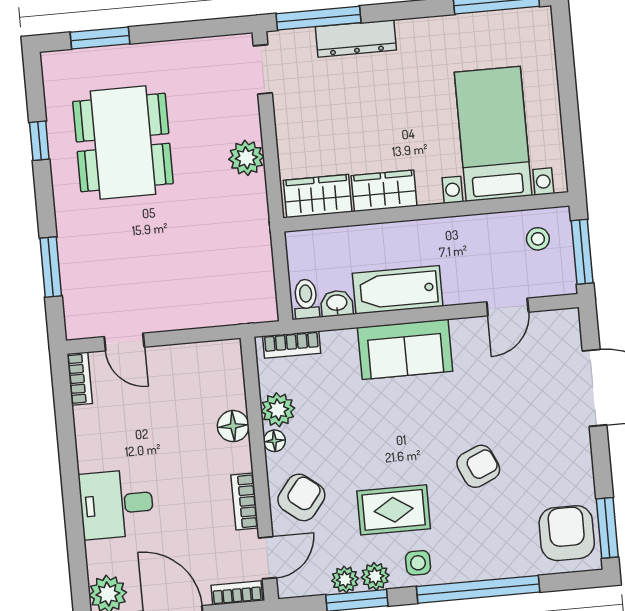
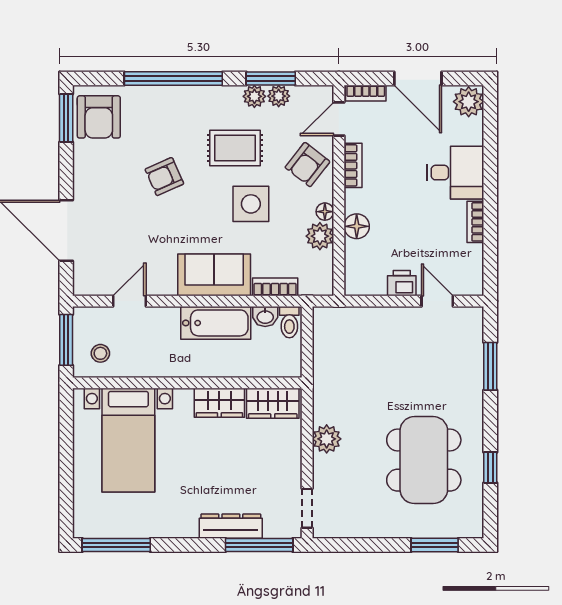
bookcase: (292, 345) -> (275, 287), moved
printer: (171, 360) -> (402, 283), added
bookcase: (80, 379) -> (475, 222), moved
side table: (418, 563) -> (251, 204), moved, width x1.87, depth x1.87

